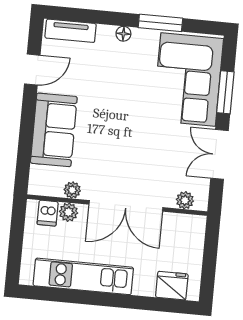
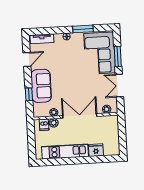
window: (25, 144) -> (29, 94), added
double door: (126, 206) -> (80, 116), swing flipped
fridge: (172, 286) -> (96, 150), moved

